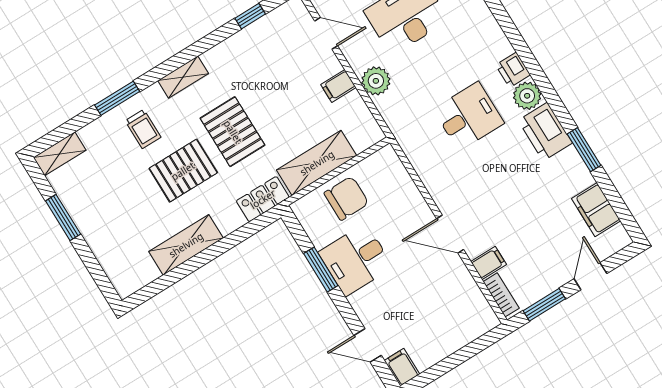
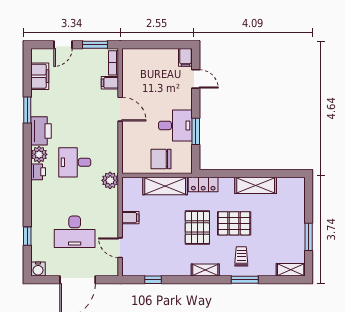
plant: (376, 81) -> (110, 180), moved

